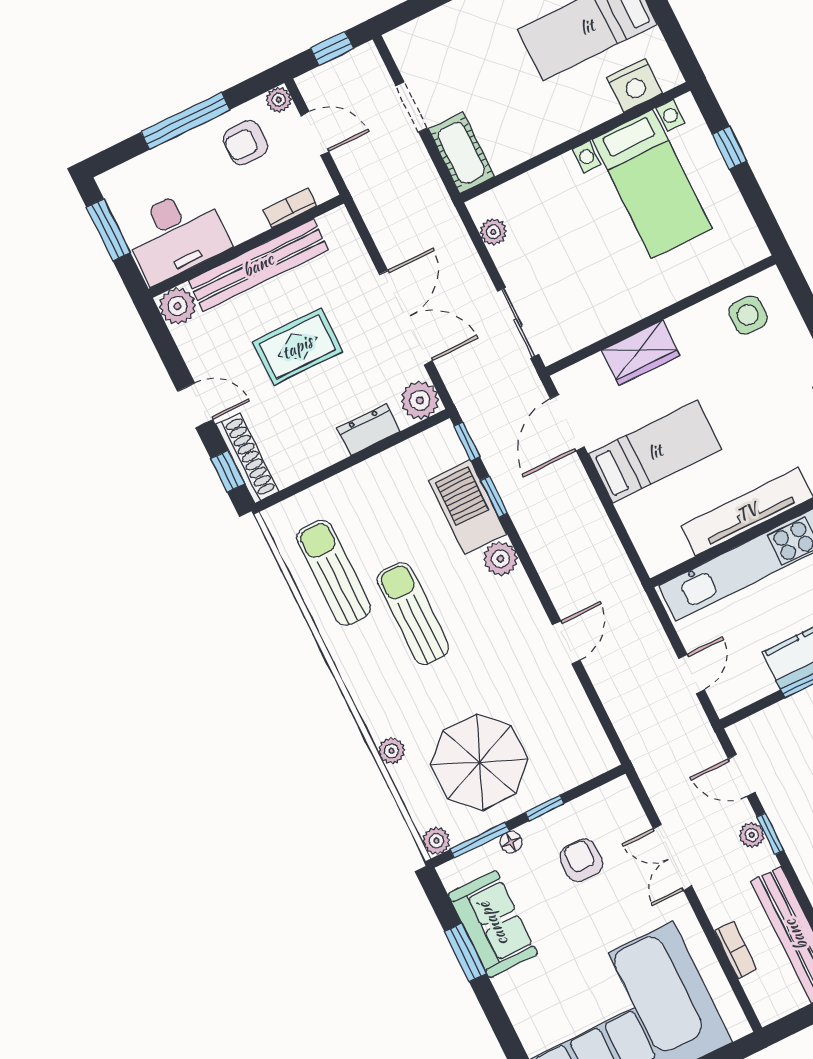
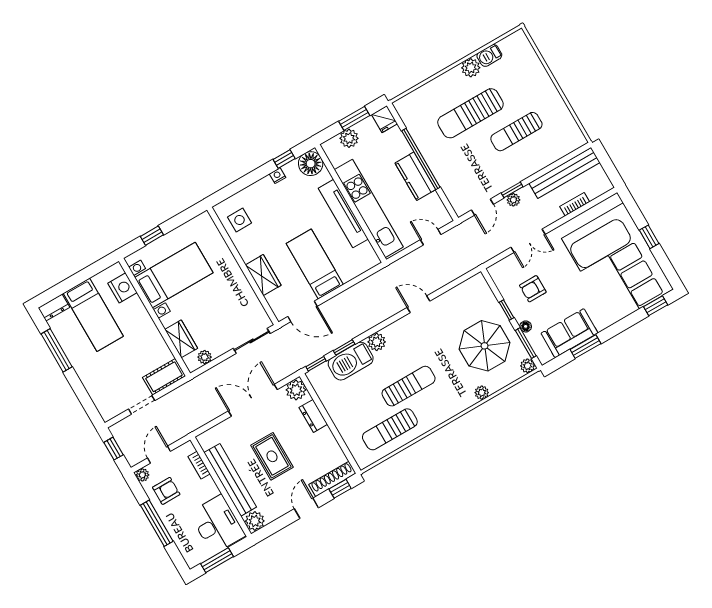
armchair: (245, 143) -> (166, 491), turned -90
wardrobe: (531, 190) -> (181, 339), added
sun lounger: (413, 613) -> (409, 386), turned 180

